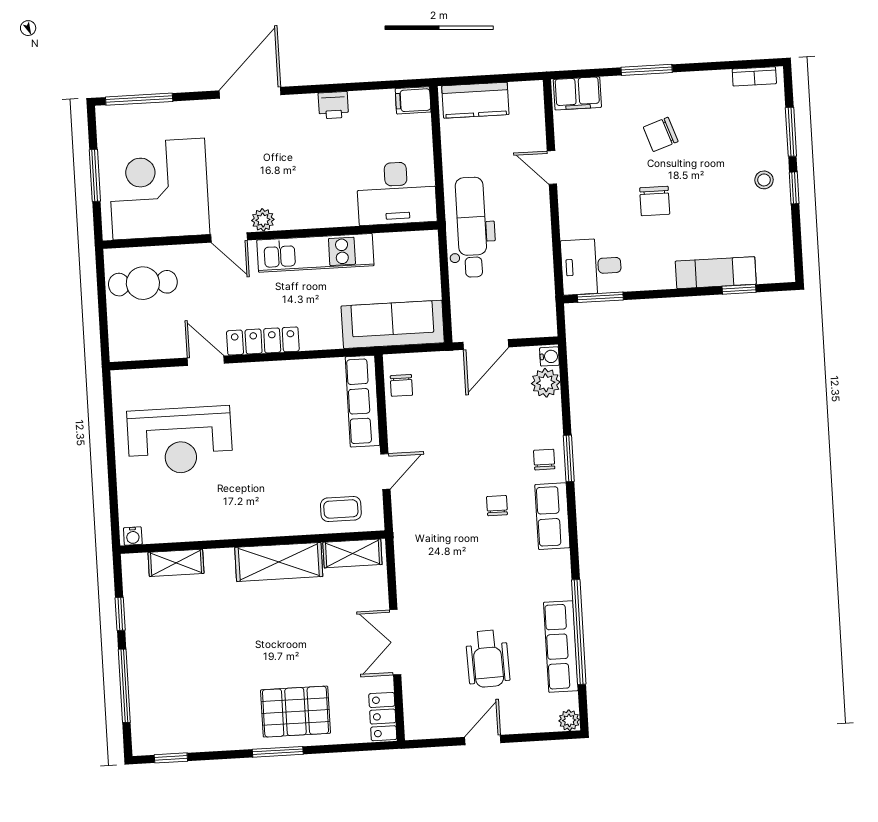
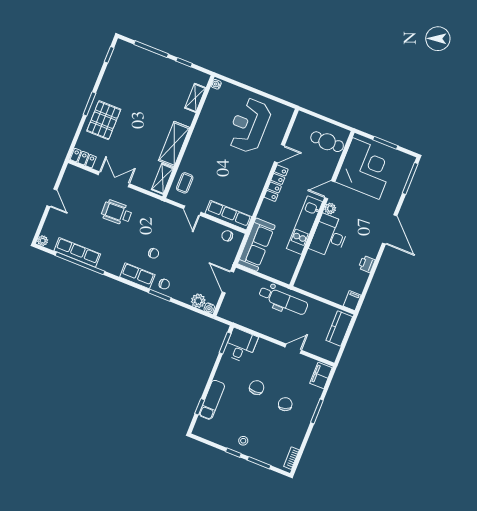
desk: (397, 193) -> (329, 236), moved
chair: (655, 201) -> (257, 388), turned 90
cafe table: (143, 283) -> (327, 142), turned 90
wheelchair: (488, 659) -> (117, 212), moved

